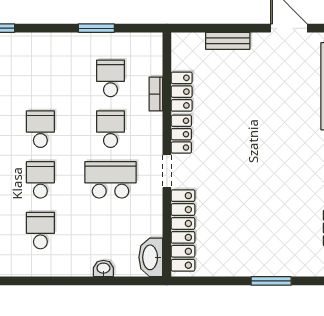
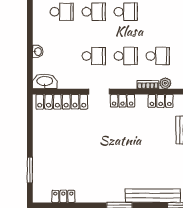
plant: (154, 66) -> (165, 83), added
locker: (182, 92) -> (161, 101), moved
school desk: (110, 180) -> (94, 56), width x0.54
window: (271, 281) -> (30, 170), moved

